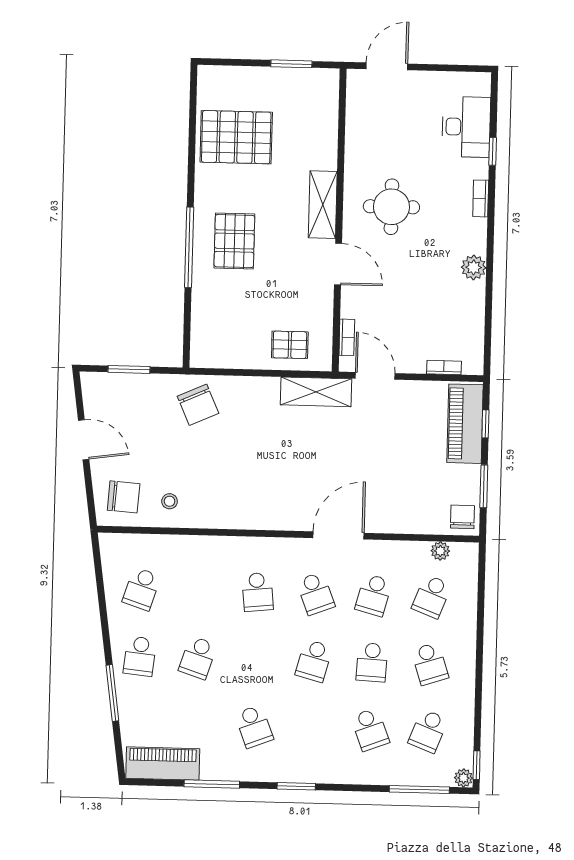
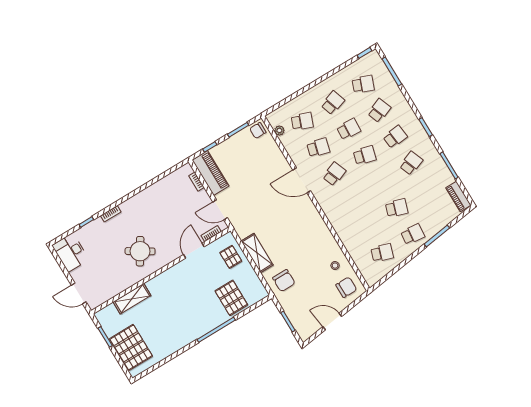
desk: (466, 127) -> (71, 252), moved, turned -90
pallet: (236, 137) -> (131, 347), moved
shelving: (323, 205) -> (132, 299), moved
round table: (391, 207) -> (140, 251), turned 32
pallet: (234, 241) -> (231, 298), moved, turned 90
door: (338, 264) -> (194, 251), moved
plant: (474, 267) -> (143, 197), removed
door: (375, 376) -> (220, 210), hinge flipped
shelving: (316, 392) -> (257, 253), moved
chair: (198, 405) -> (284, 281), turned 114
piano: (465, 424) -> (210, 173), moved, turned -90
door: (84, 440) -> (332, 321), hinge flipped
chair: (124, 497) -> (346, 287), turned 86
school desk: (258, 592) -> (395, 137), moved
piano: (163, 764) -> (458, 197), width x0.73, depth x0.75
plant: (464, 778) -> (374, 55), removed

